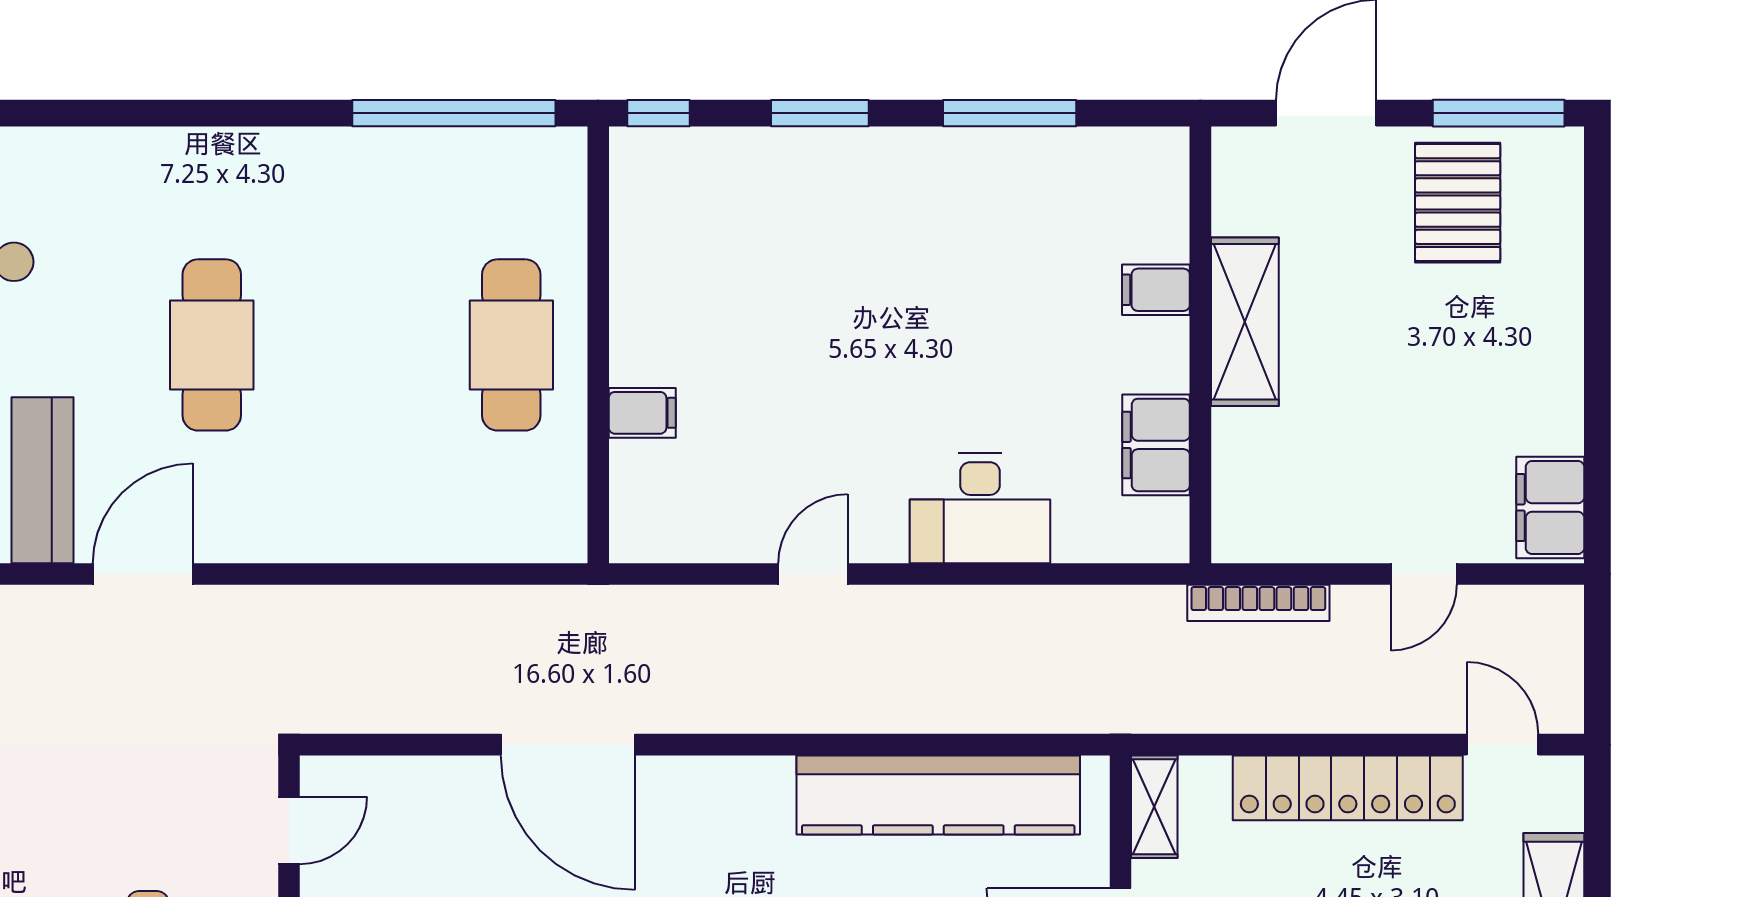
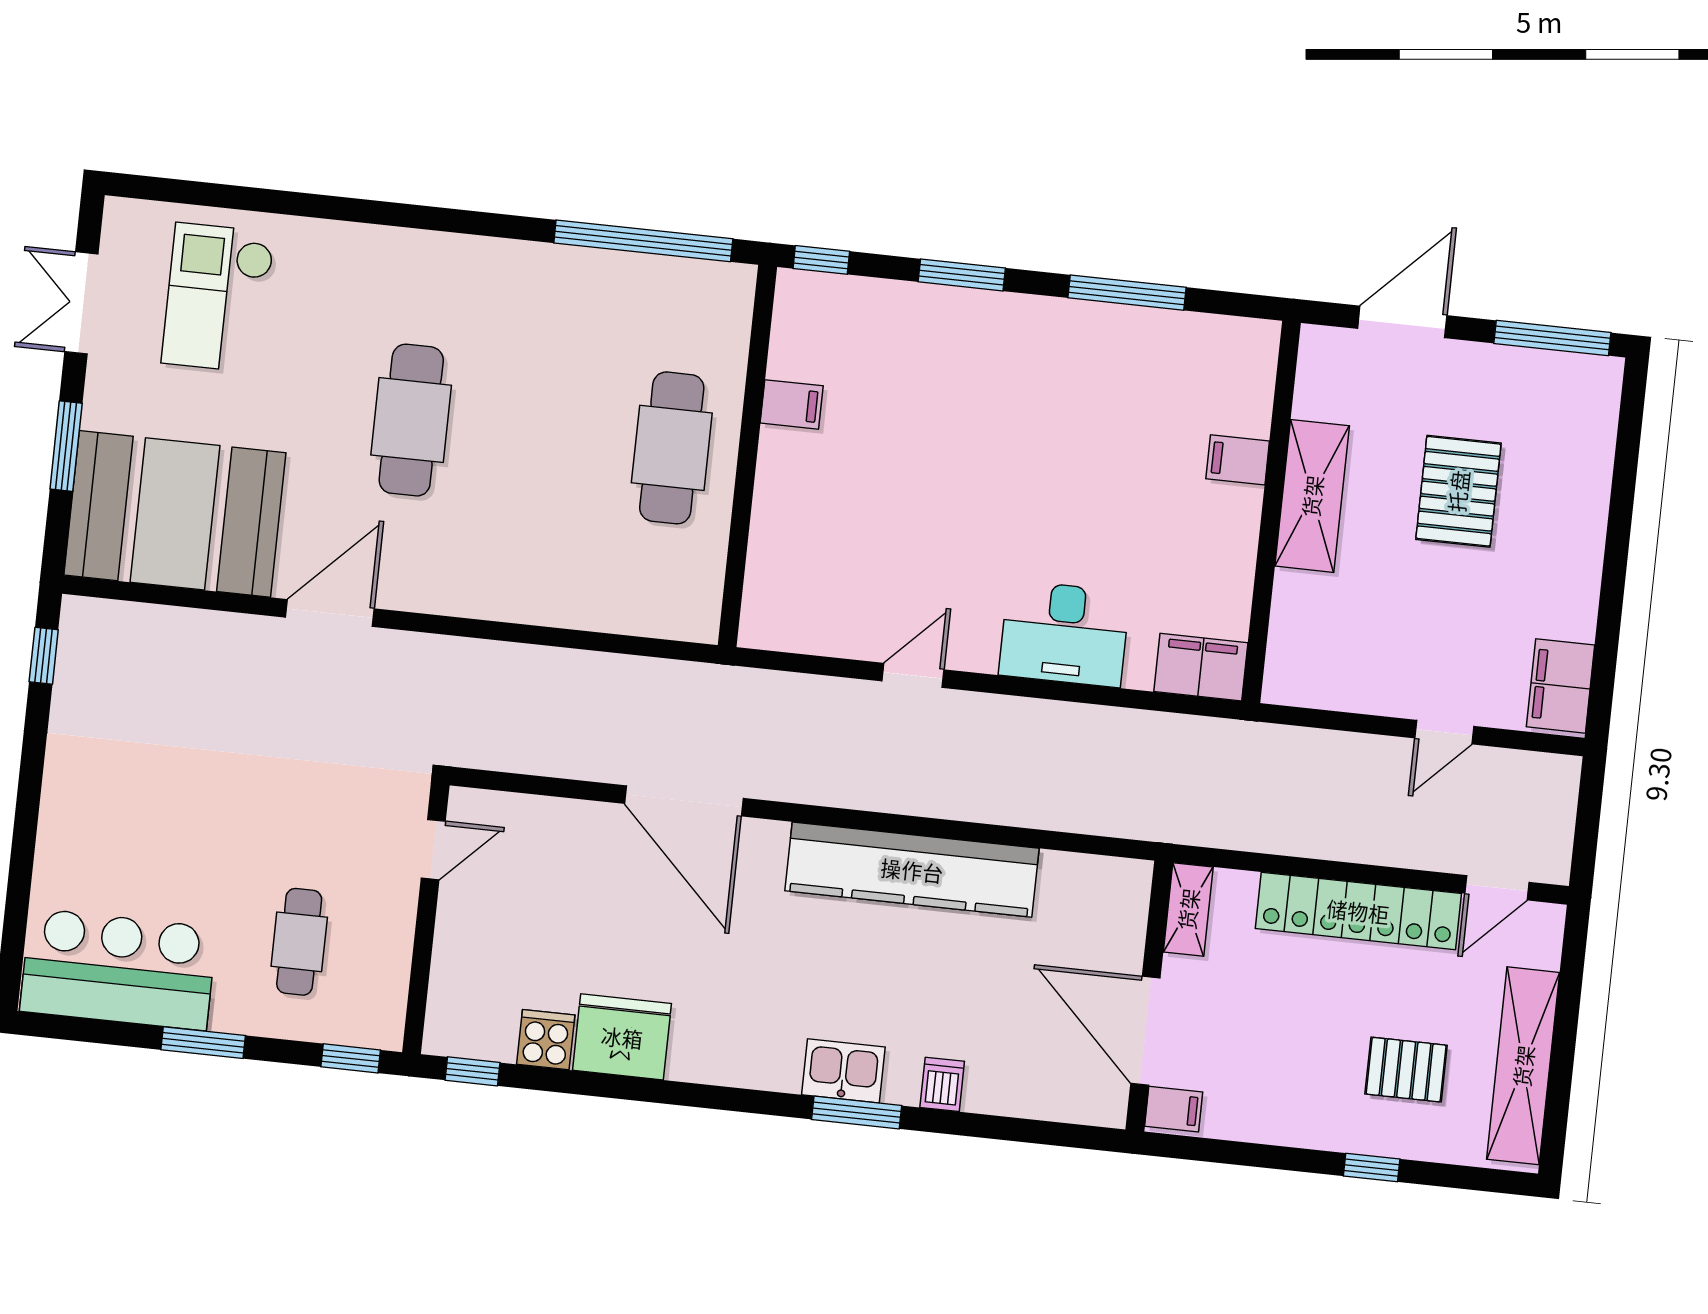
pallet: (1458, 203) -> (1458, 491), moved
filing cabinet: (642, 413) -> (792, 404), moved
filing cabinet: (1156, 445) -> (1201, 667), moved, turned 90
bookcase: (1258, 603) -> (1298, 742), removed
door: (1502, 745) -> (1497, 888), swing flipped
kitchen counter: (938, 795) -> (912, 870), moved

